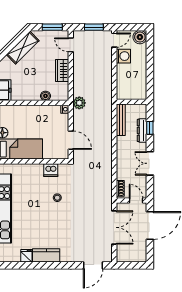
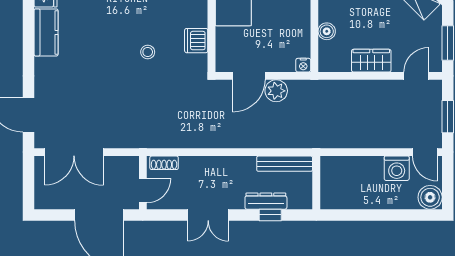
plant: (79, 103) -> (276, 91), moved
double door: (150, 163) -> (208, 215), swing flipped
double door: (114, 227) -> (74, 152), moved

